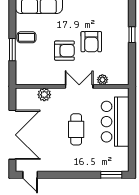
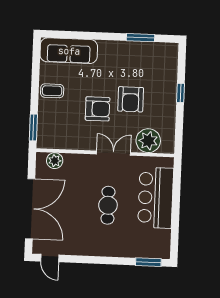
window: (12, 50) -> (33, 128), moved
plant: (102, 80) -> (148, 141), width x1.87, depth x1.87
plant: (44, 95) -> (55, 161), moved

